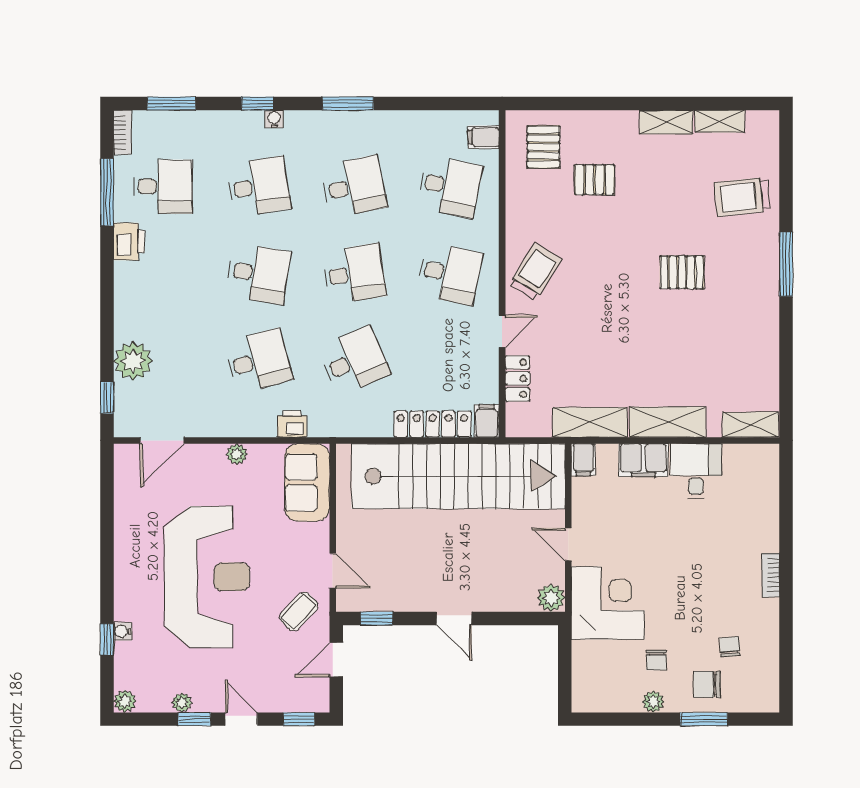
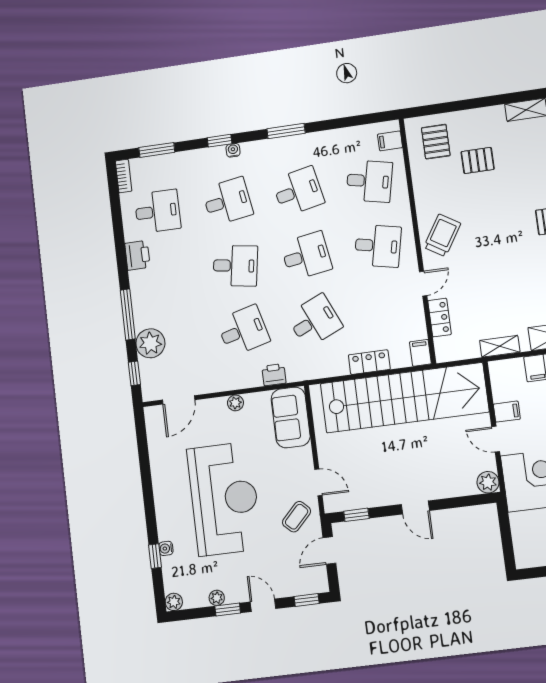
window: (107, 192) -> (128, 314), moved
shelving: (590, 422) -> (500, 346), width x0.67, depth x0.75
locker: (433, 424) -> (369, 362), width x0.66
filing cabinet: (583, 460) -> (507, 412), moved, turned -90

